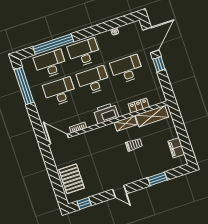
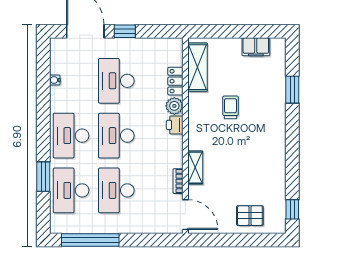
window: (53, 44) -> (43, 177), width x0.47
plant: (123, 110) -> (174, 106), added
printer: (106, 113) -> (175, 125), width x0.53, depth x0.68
shelving: (126, 123) -> (195, 168), moved
door: (59, 139) -> (185, 215), swing flipped
pallet: (72, 179) -> (250, 216), width x0.67, depth x0.71
door: (120, 192) -> (292, 151), removed

